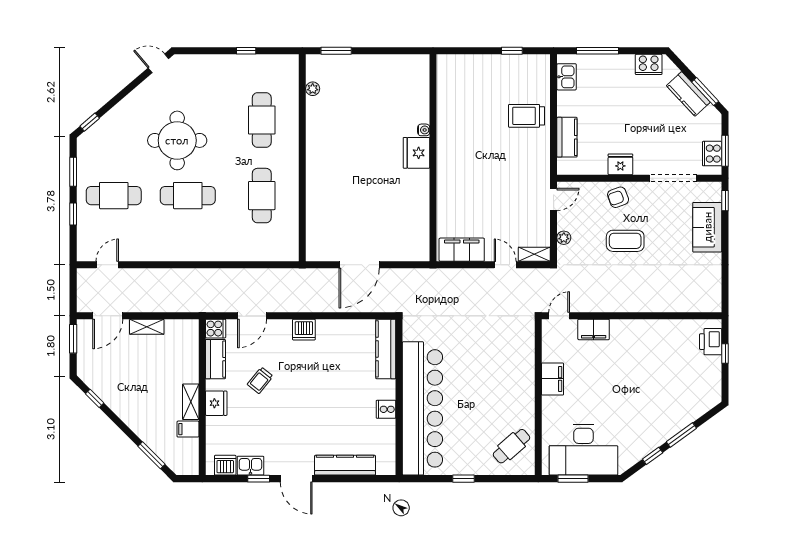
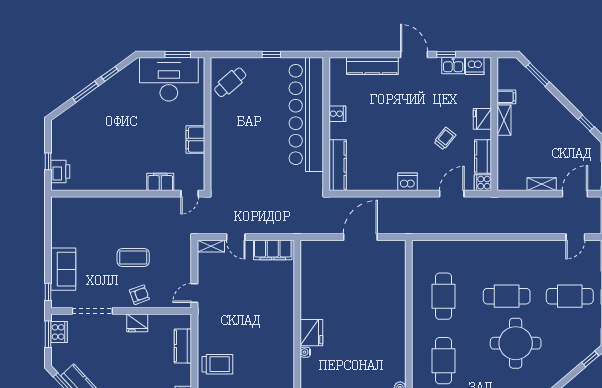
plant: (564, 238) -> (186, 260), removed

